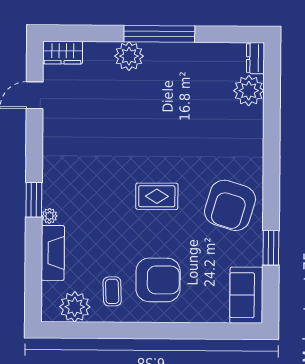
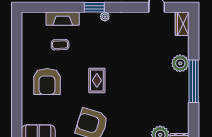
plant: (49, 216) -> (105, 17), moved
coffee table: (112, 291) -> (60, 45), moved
plant: (75, 307) -> (31, 32), removed

